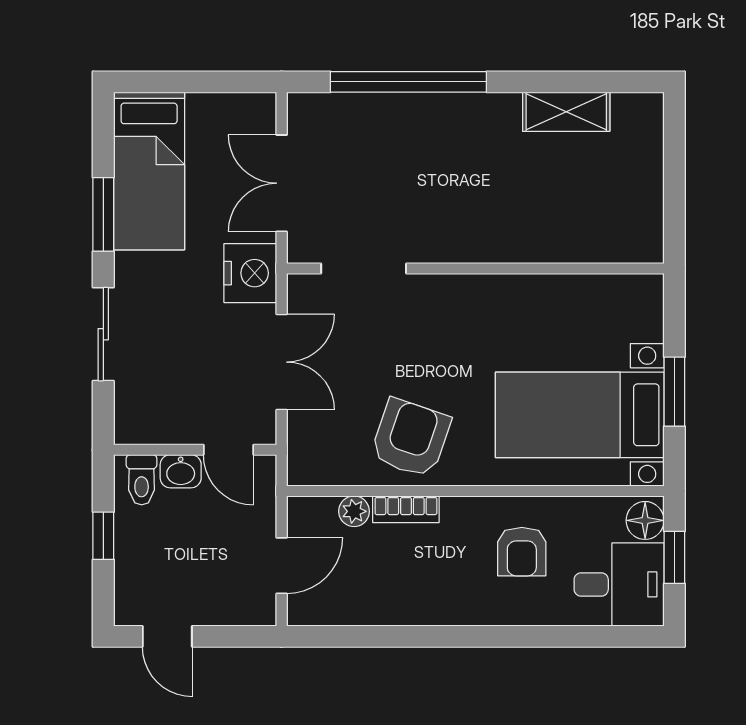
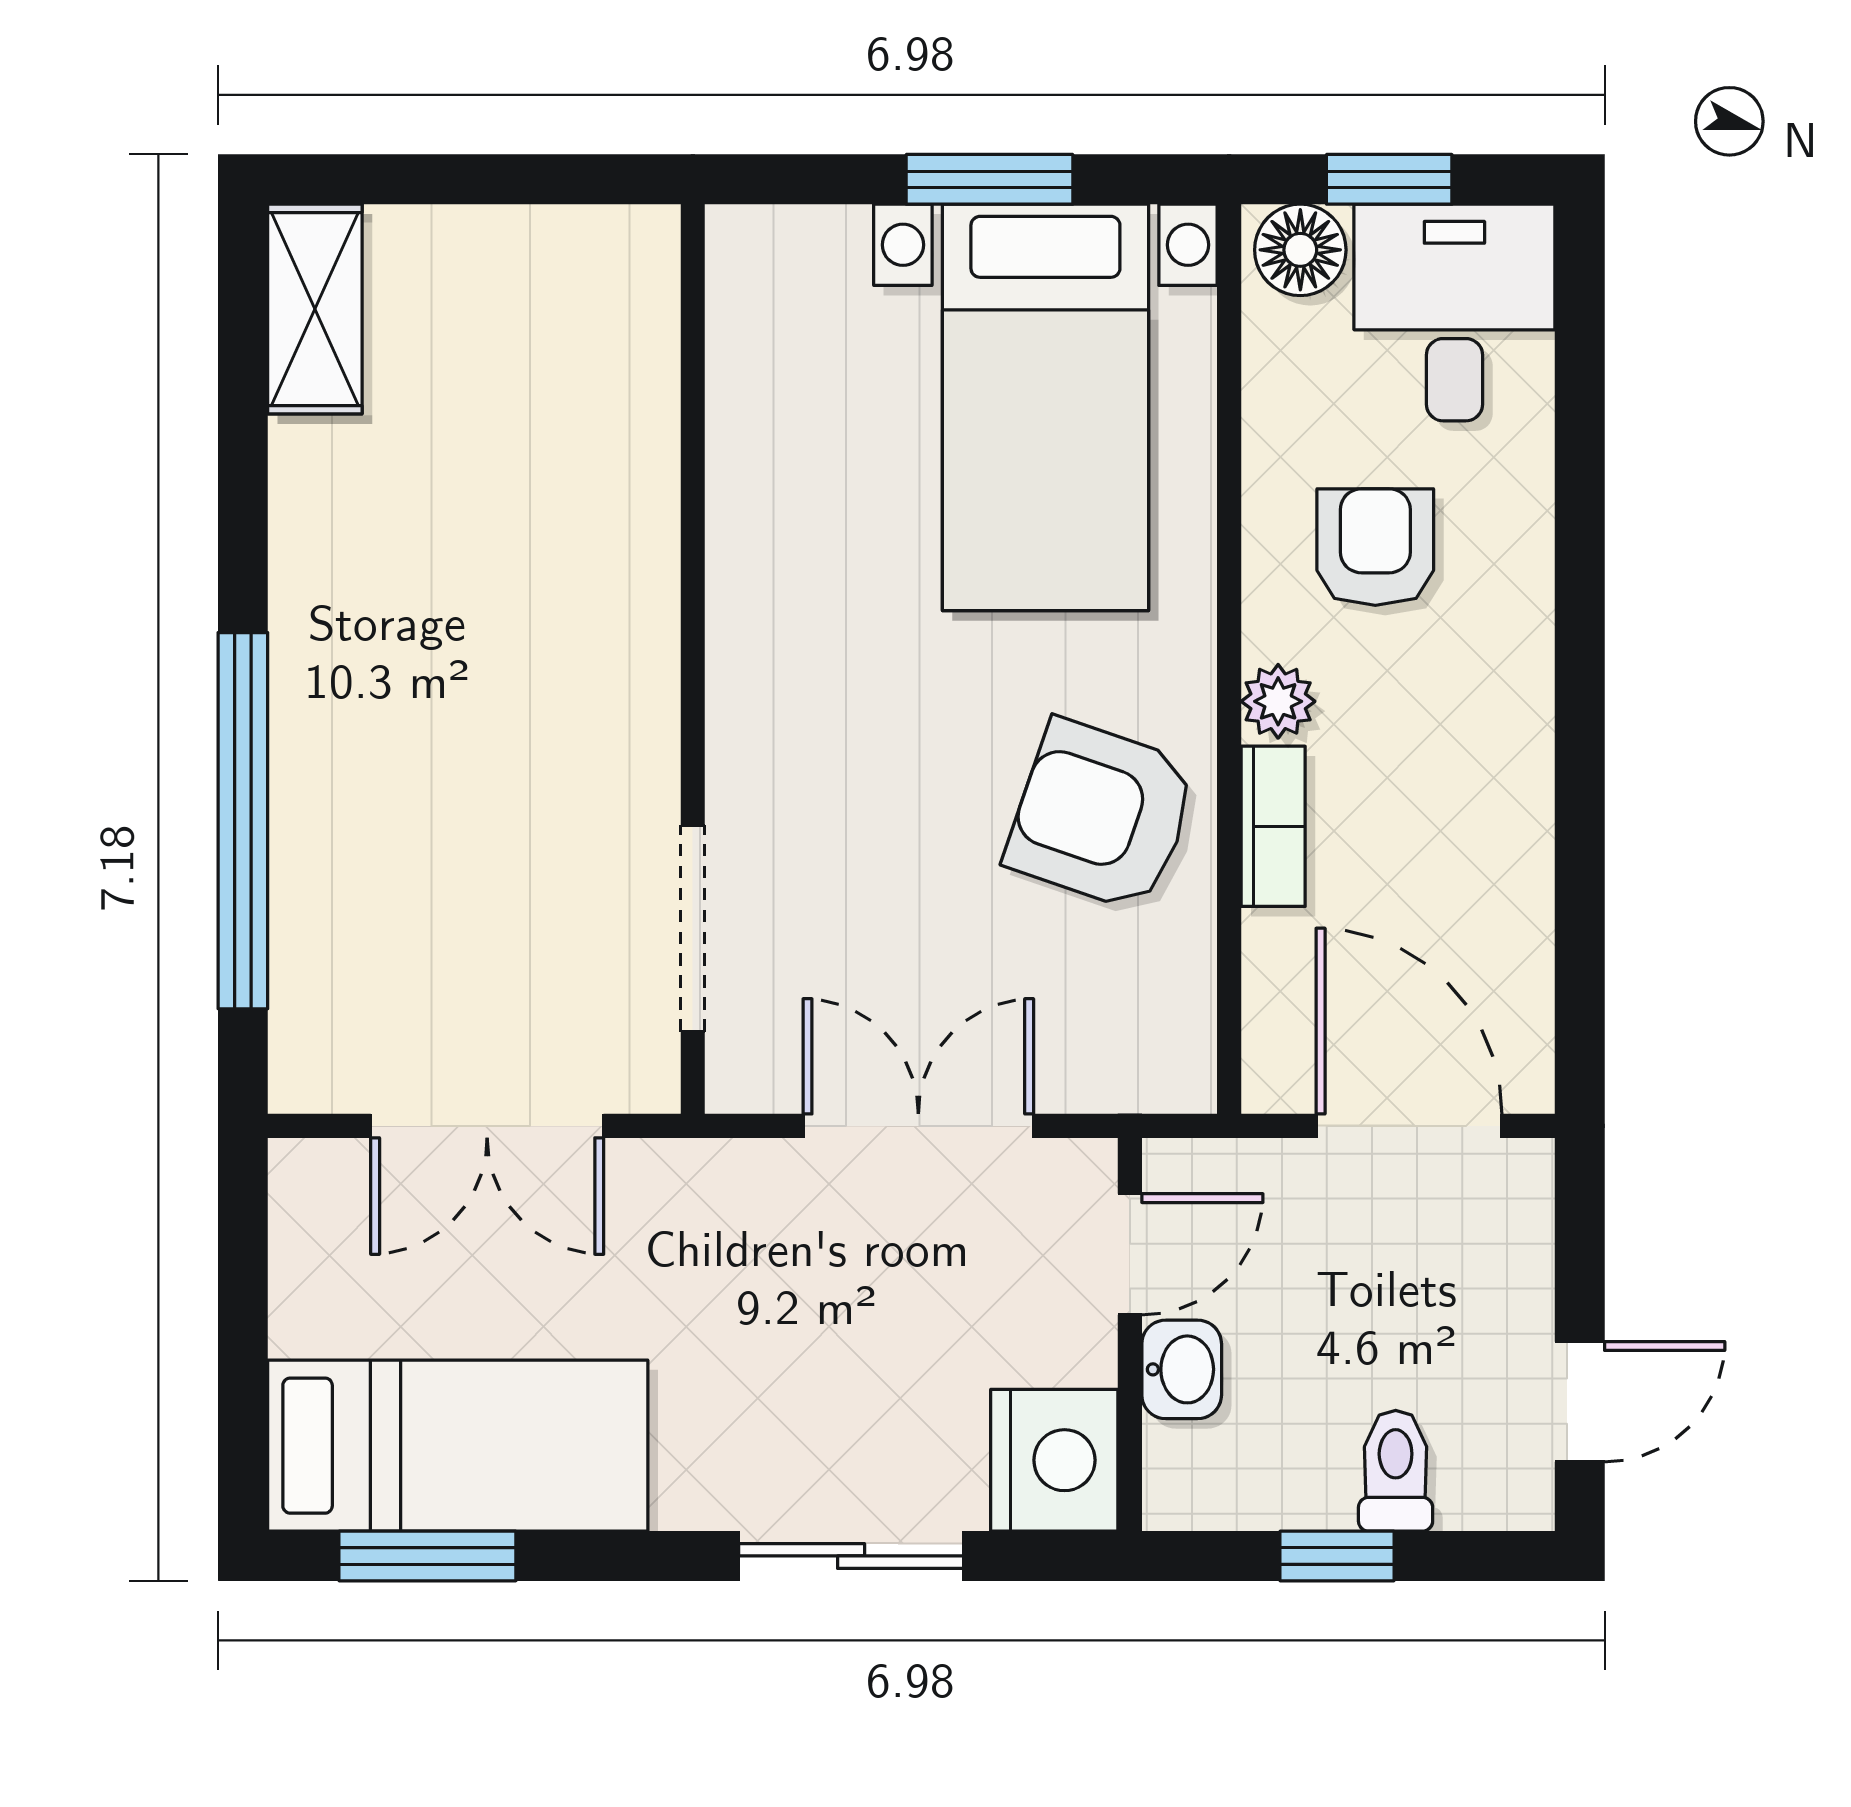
shelving: (566, 112) -> (315, 309), moved
window: (103, 214) -> (427, 1556), moved
nightstand: (250, 273) -> (1054, 1460), moved, turned 90
toilet: (142, 480) -> (1396, 1471), moved, turned -90
plant: (354, 511) -> (1278, 701), moved
armchair: (522, 552) -> (1375, 547), turned -90
door: (282, 566) -> (1409, 1126), width x1.37

